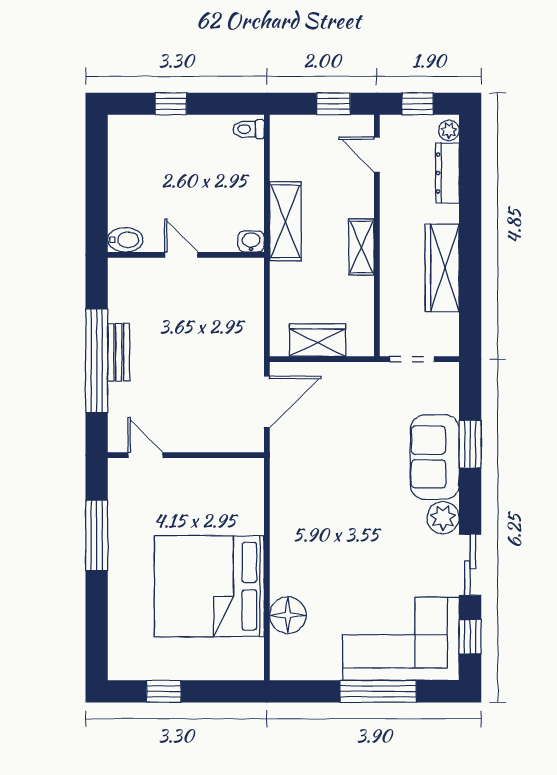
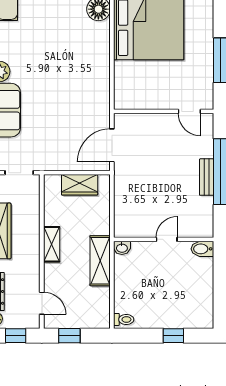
door: (181, 255) -> (167, 239), swing flipped

